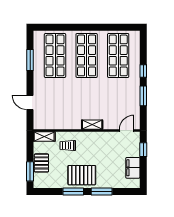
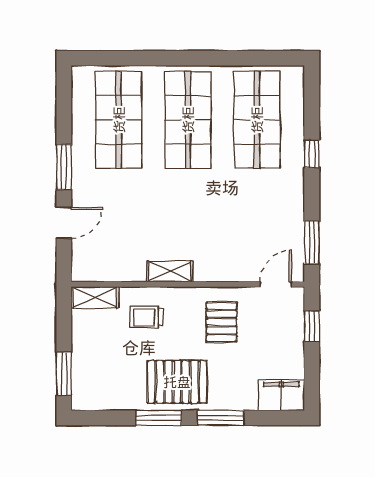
window: (30, 60) -> (64, 167), moved
window: (143, 96) -> (312, 242), moved
door: (30, 102) -> (64, 223), swing flipped
shelving: (92, 125) -> (170, 271), moved
pallet: (41, 163) -> (222, 322), moved
filing cabinet: (133, 168) -> (281, 395), moved, turned 90

